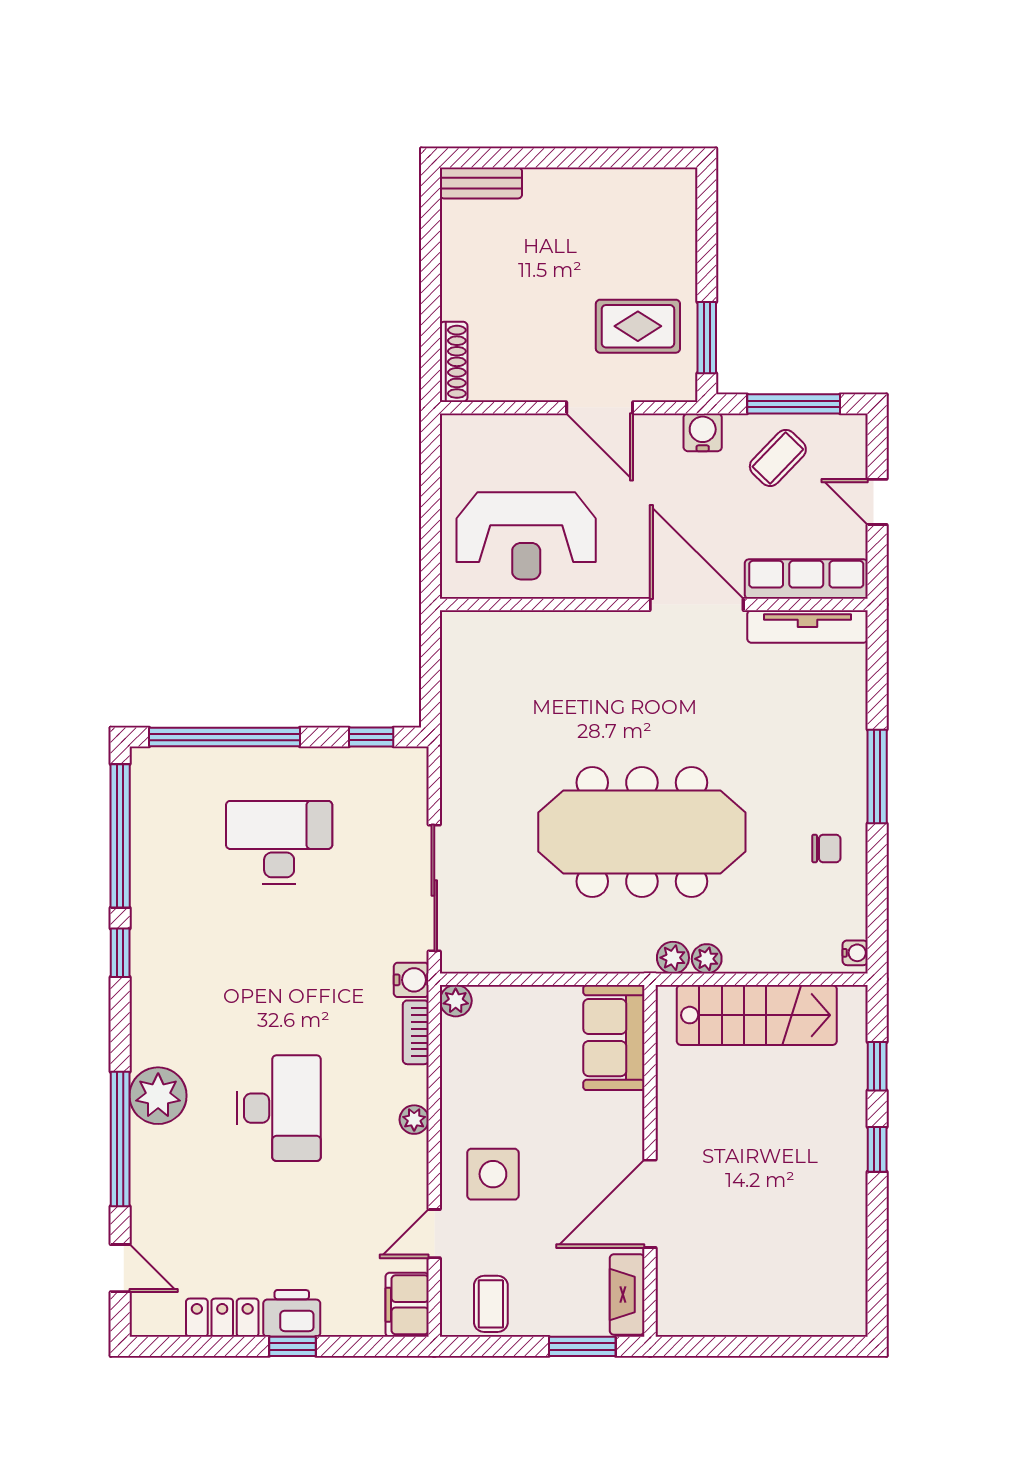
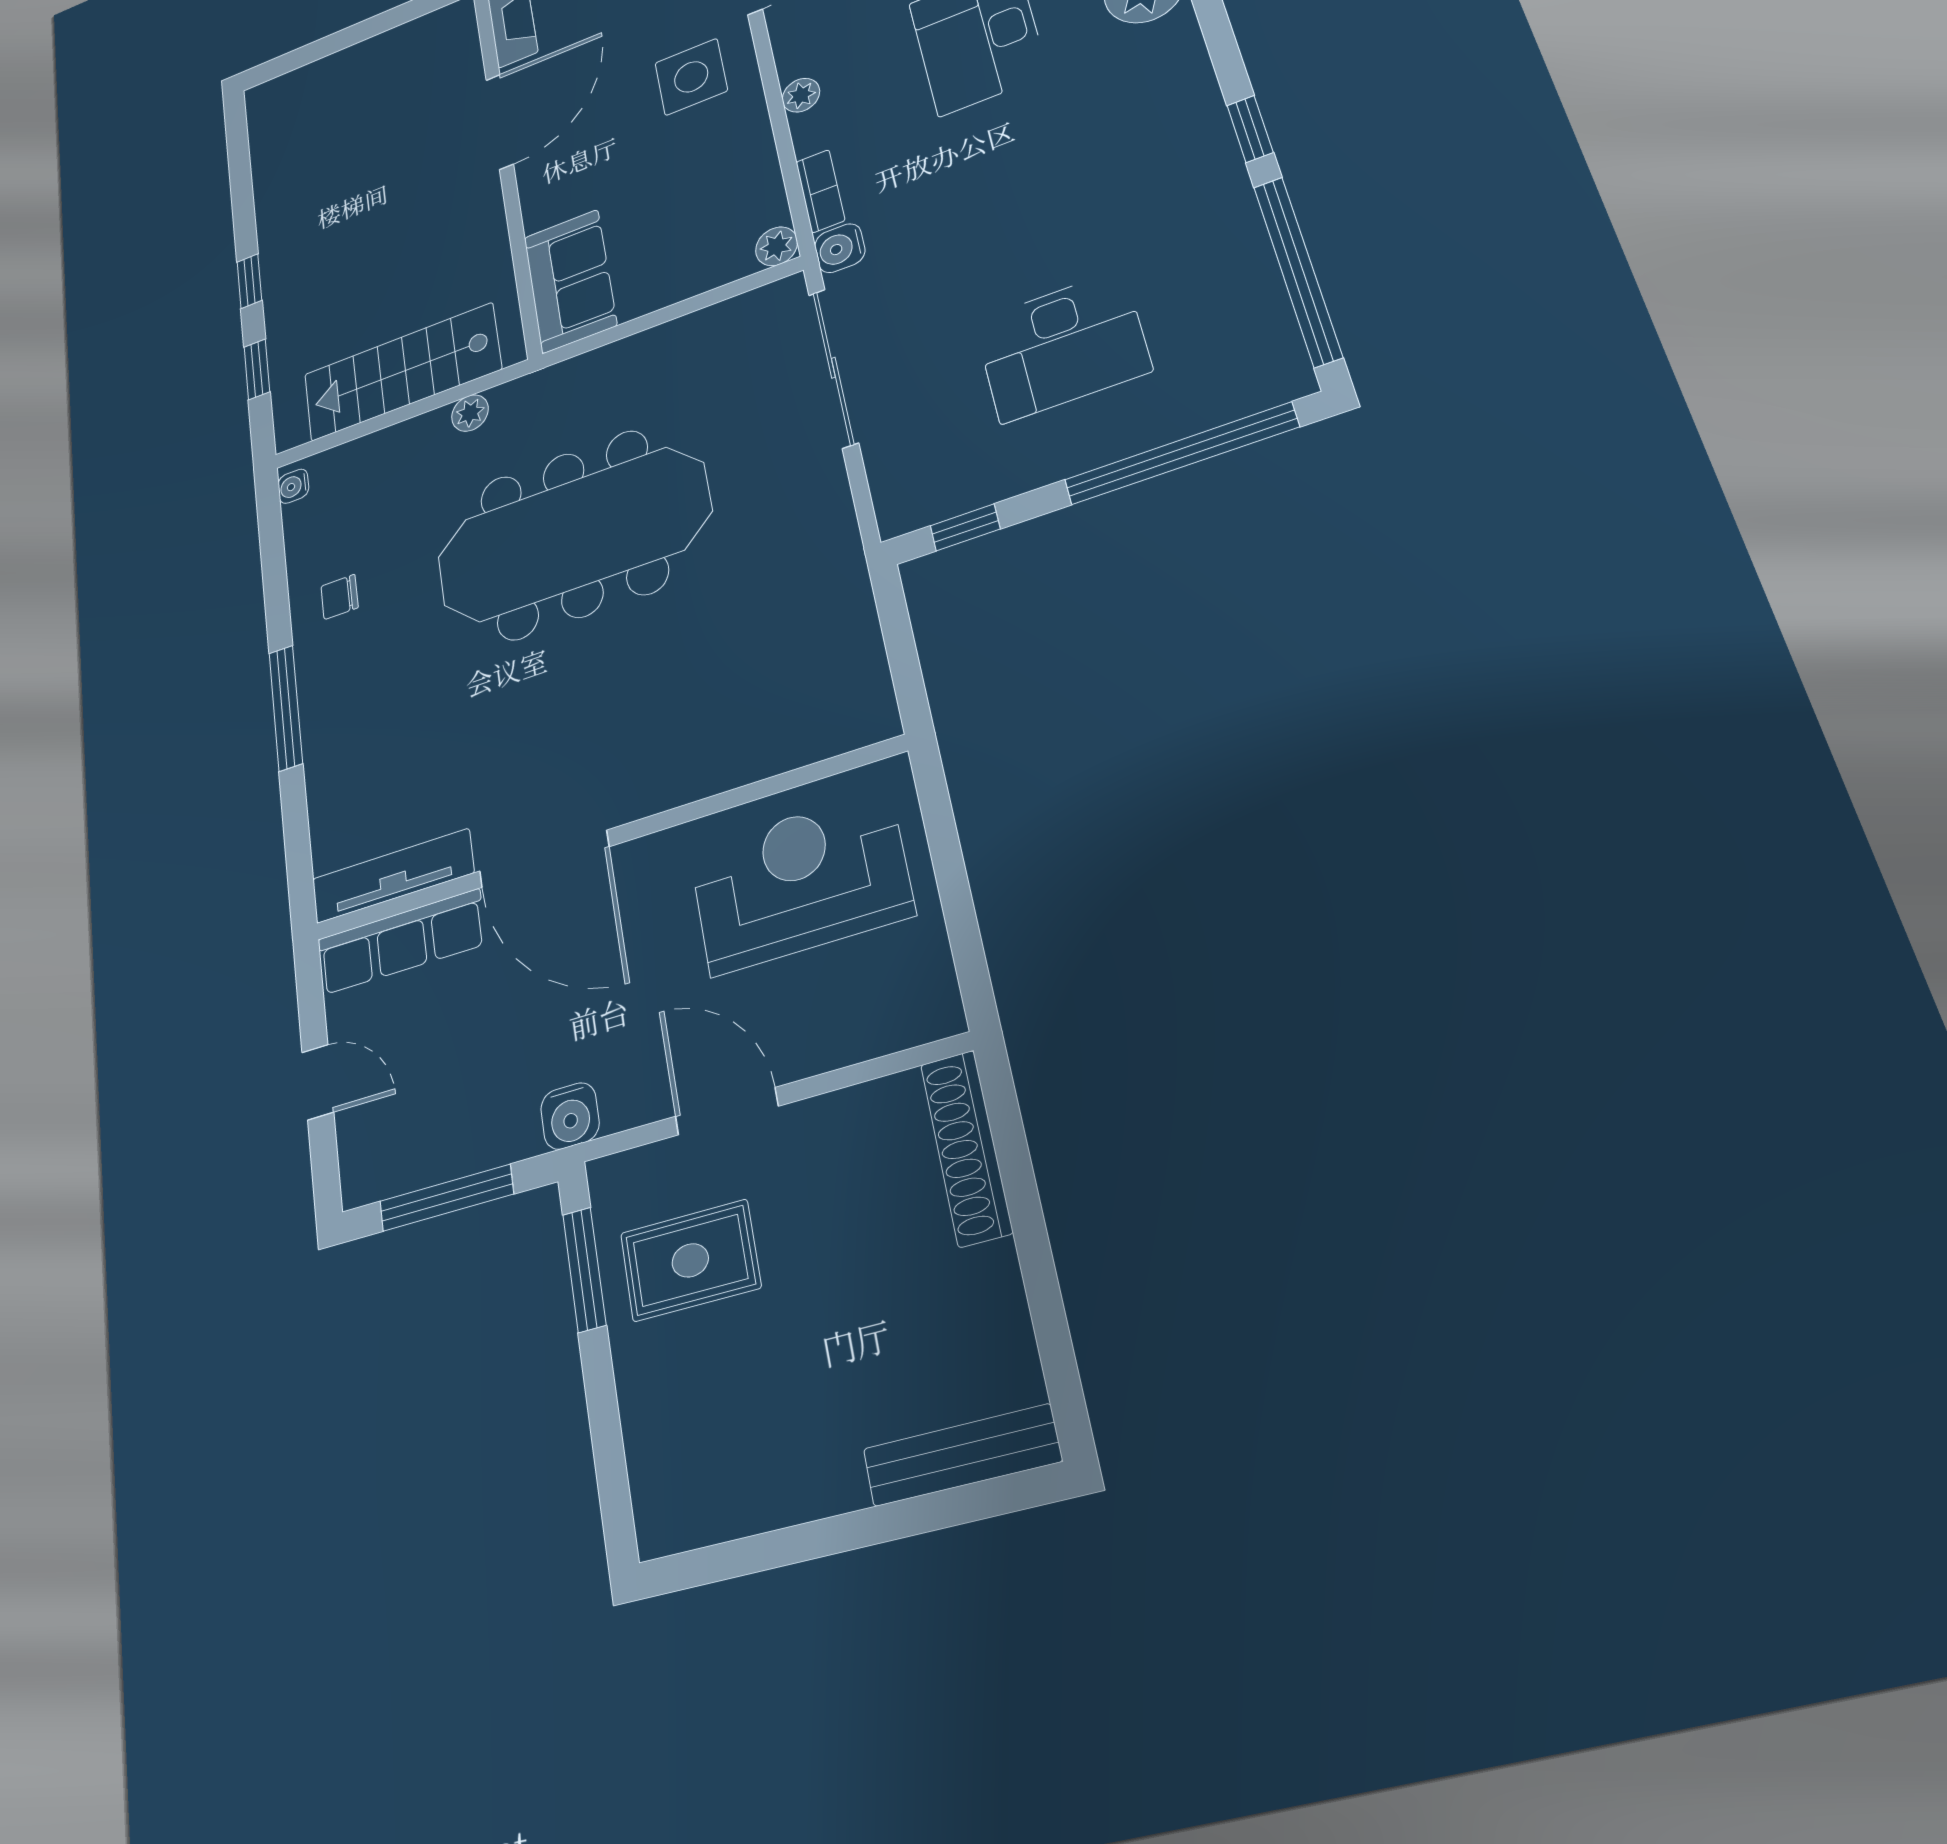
bench: (481, 183) -> (962, 1455), width x1.36
shoe rack: (454, 362) -> (966, 1148), width x1.36, depth x1.24
coffee table: (778, 458) -> (459, 1108), removed
plant: (673, 958) -> (512, 399), removed

